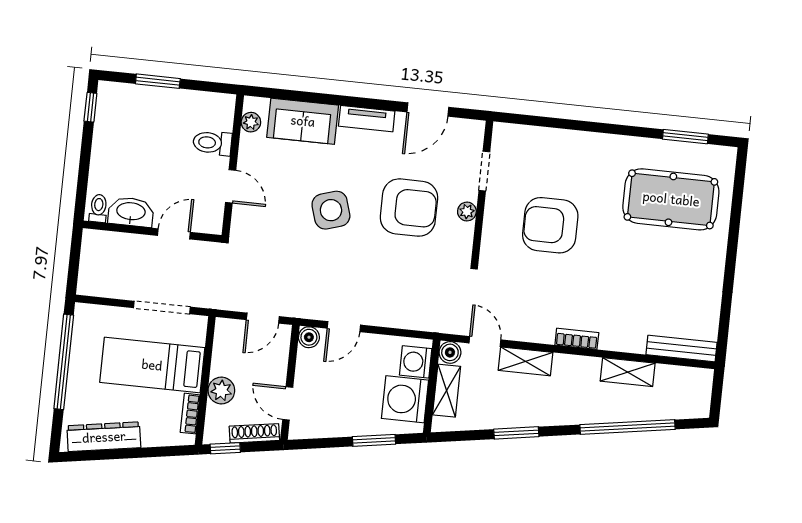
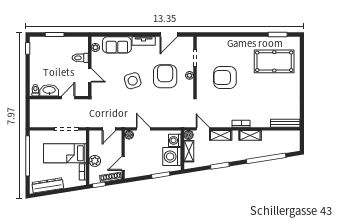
armchair: (409, 208) -> (165, 76), turned -90
door: (344, 327) -> (143, 129), swing flipped
shelving: (628, 372) -> (250, 135), moved
door: (288, 403) -> (123, 163), hinge flipped

